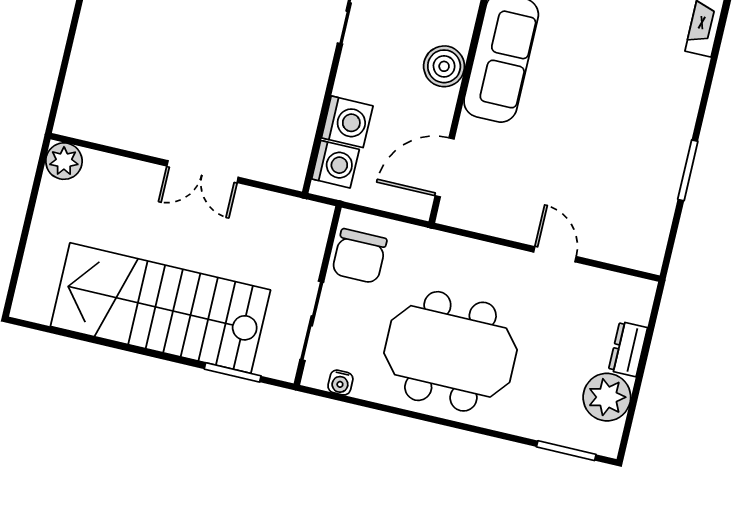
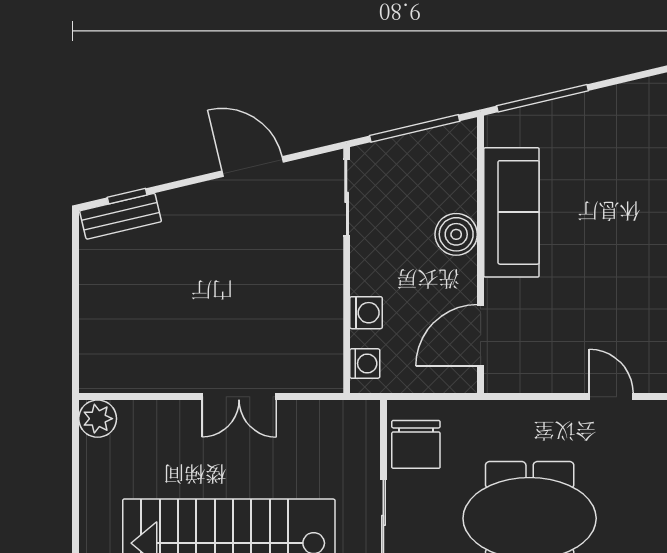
washing machine: (347, 122) -> (366, 313), width x0.73, depth x0.73
washing machine: (335, 164) -> (365, 363), width x0.73, depth x0.73

